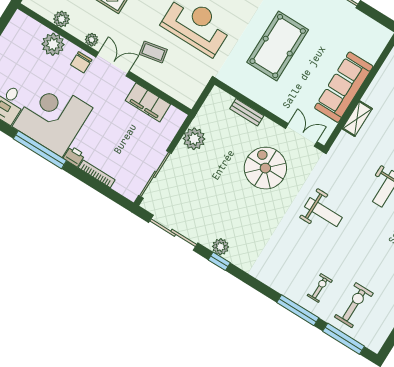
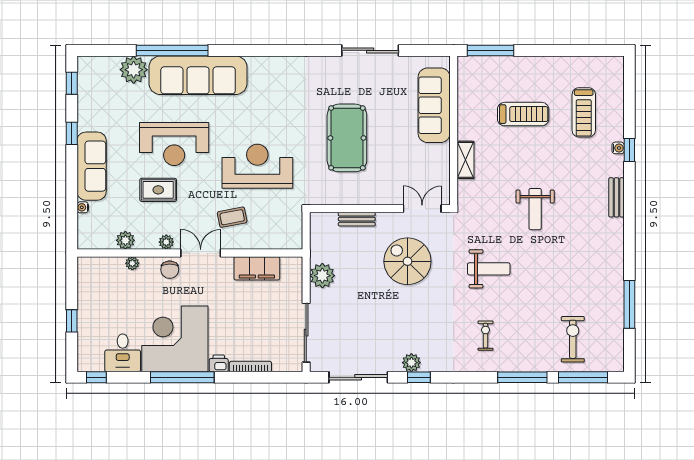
plant: (53, 44) -> (132, 263), width x0.53, depth x0.53
sofa: (344, 87) -> (434, 105), moved
exercise bike: (320, 288) -> (486, 336), moved

